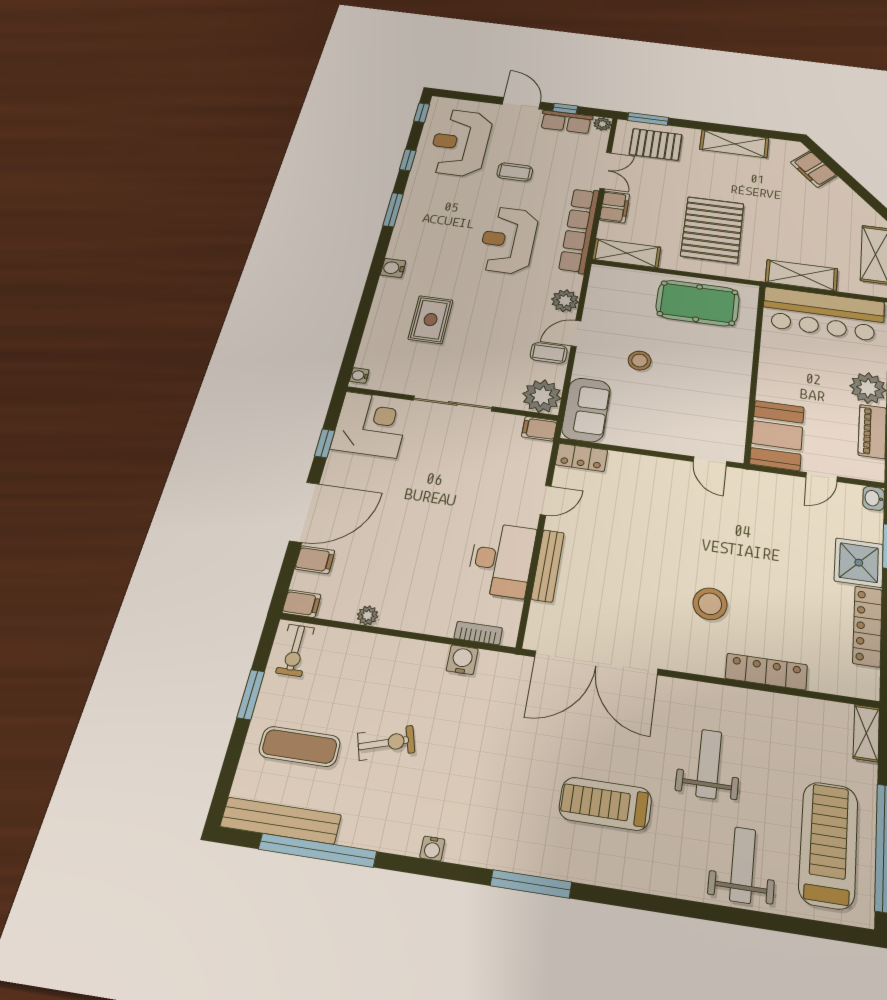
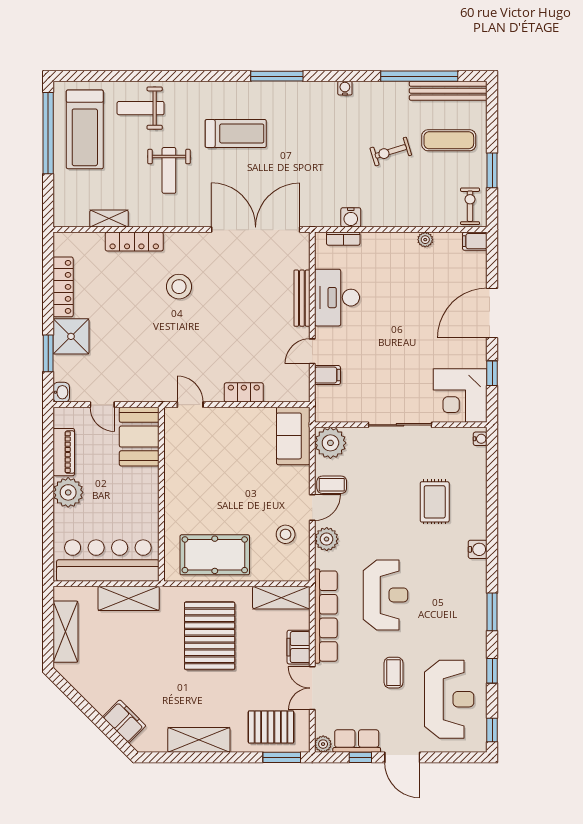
coffee table: (515, 172) -> (394, 673), turned 90
stool: (640, 361) -> (286, 534), moved
filing cabinet: (539, 429) -> (327, 375), moved
locker: (581, 457) -> (244, 392), moved
door: (822, 477) -> (102, 405), swing flipped
filing cabinet: (315, 560) -> (474, 276), removed
shelving: (866, 733) -> (109, 219), moved, turned 90
weight bench: (743, 865) -> (141, 108), turned 90

